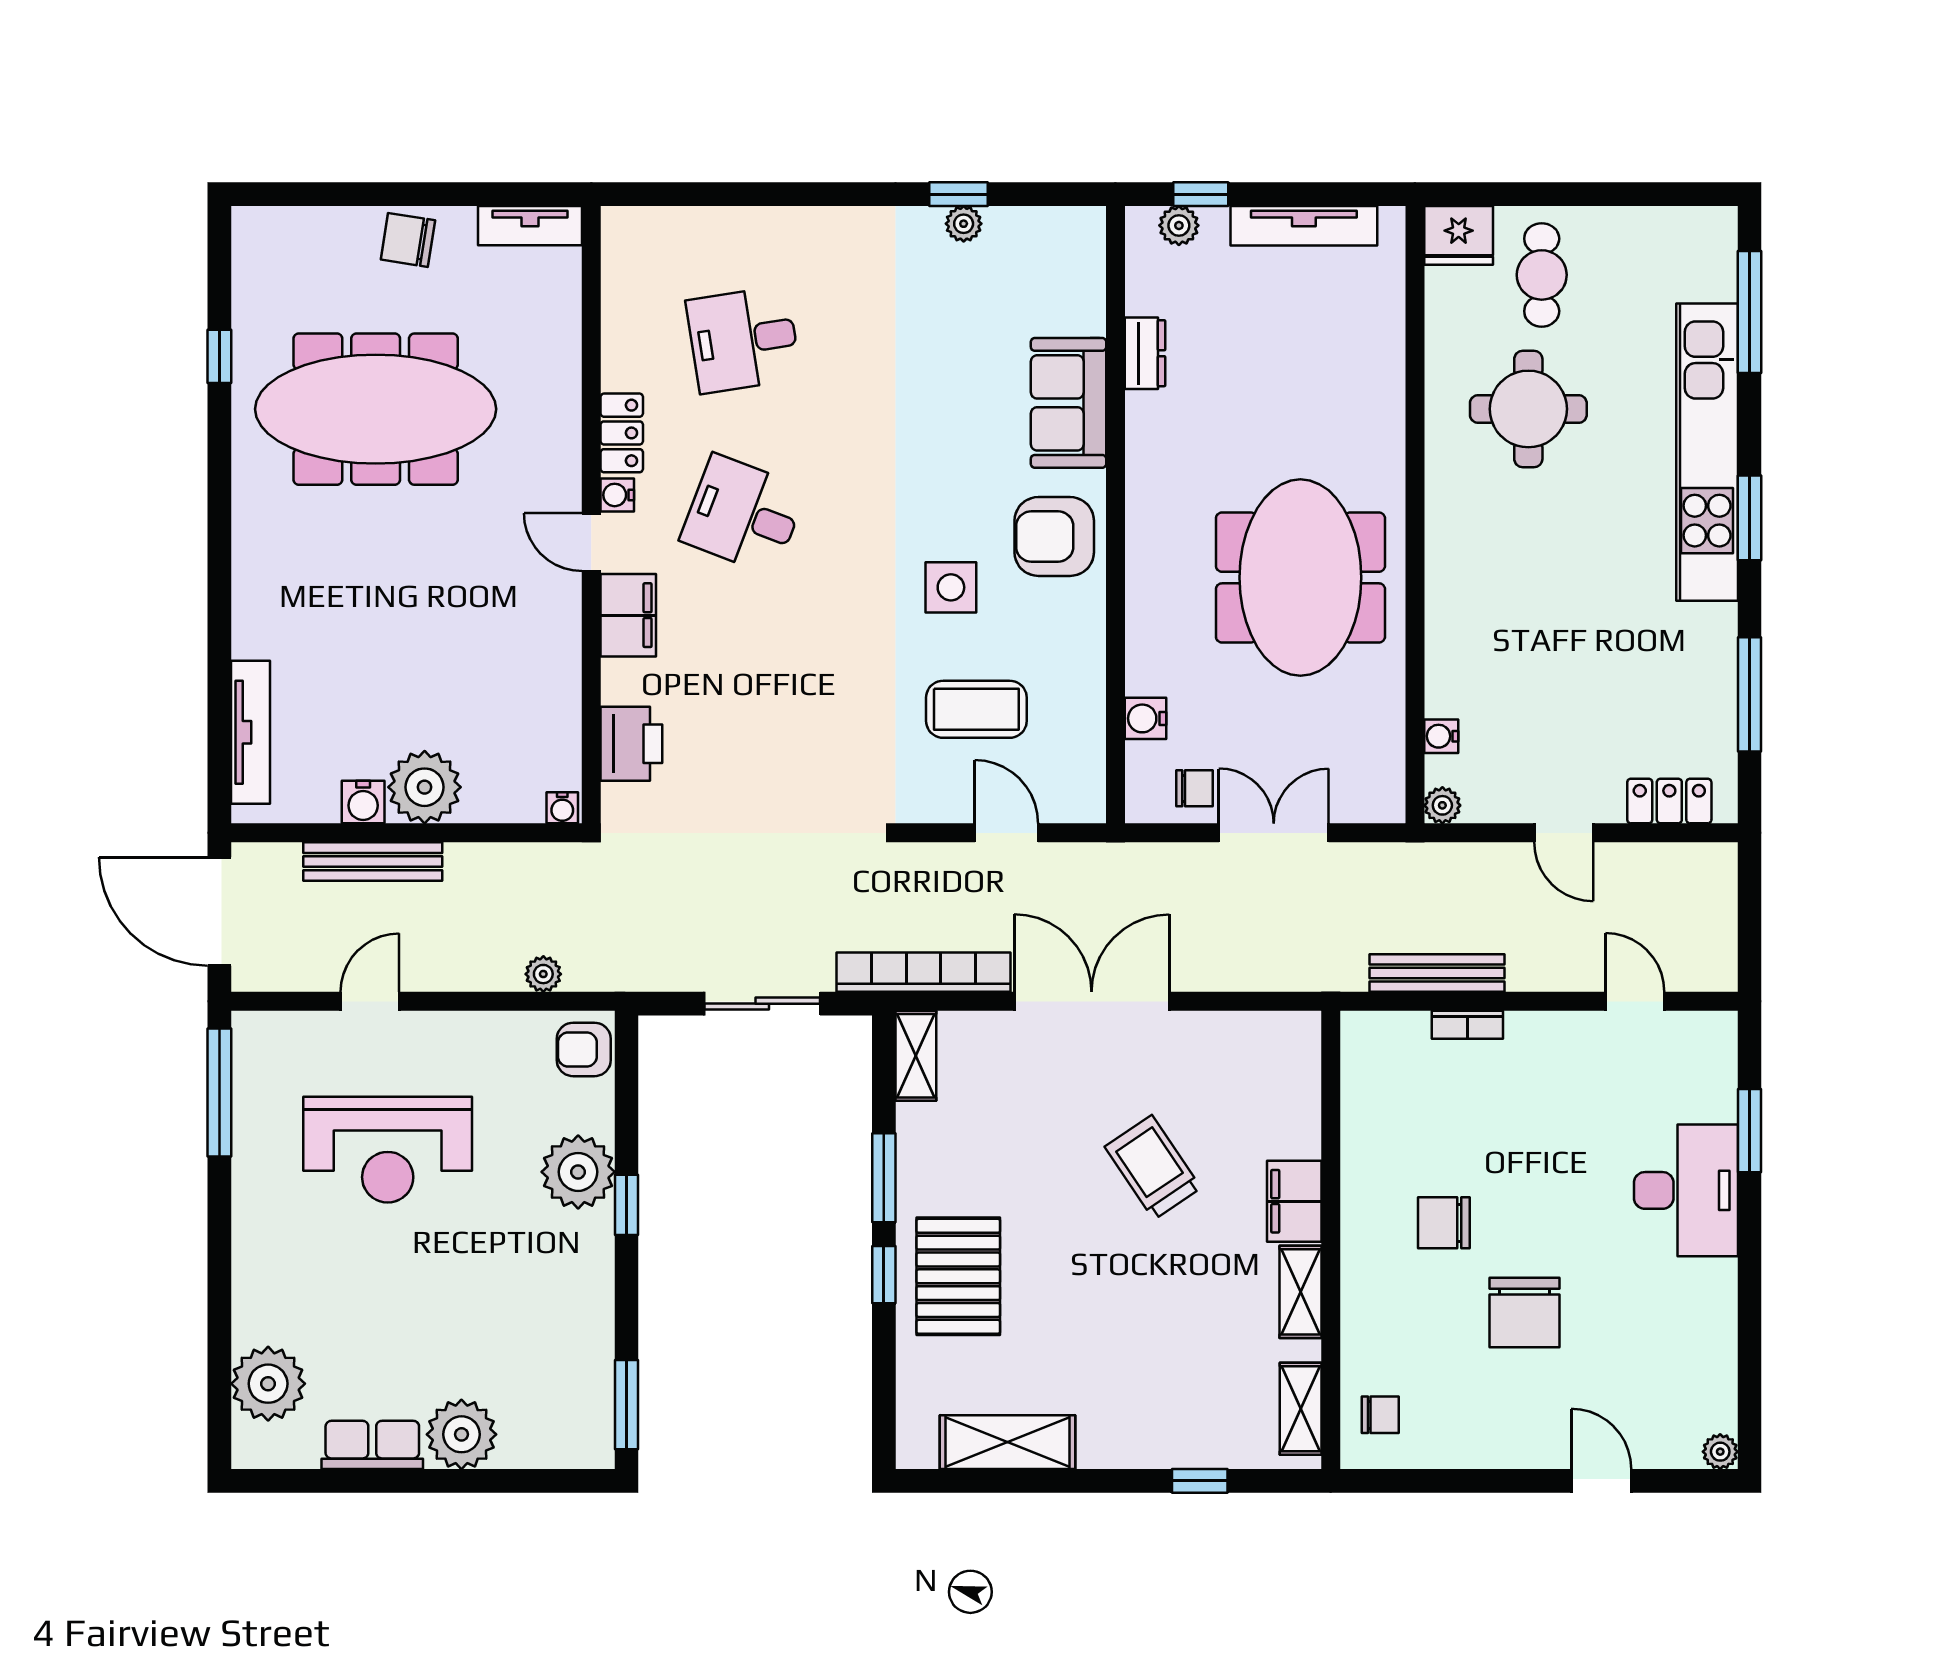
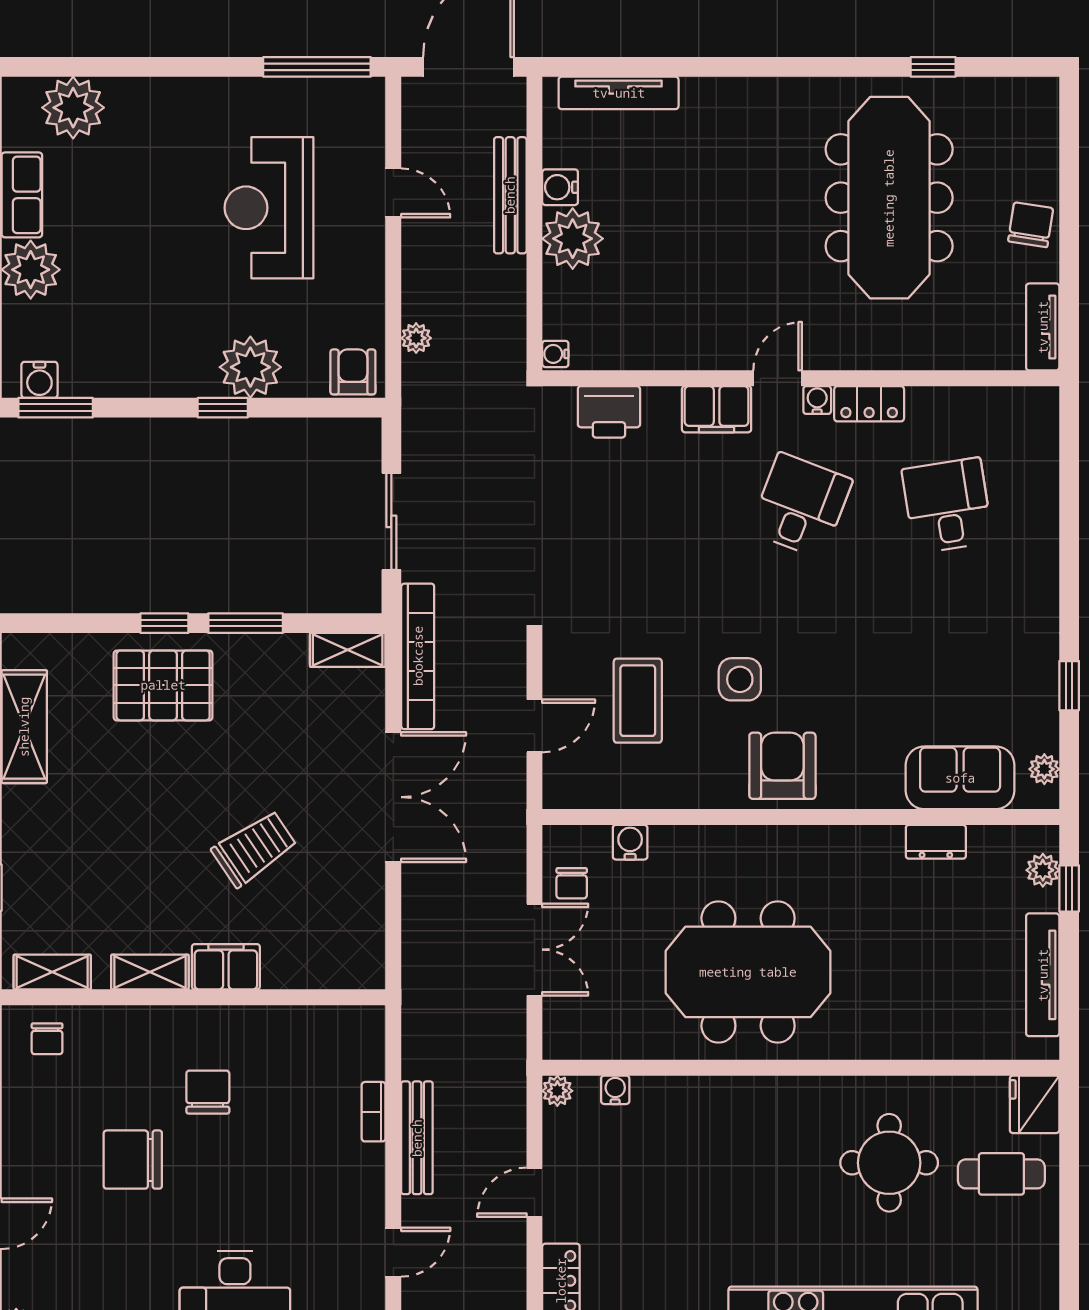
plant: (964, 224) -> (1044, 769), moved
sofa: (1069, 403) -> (960, 778), moved
bench: (1437, 973) -> (417, 1138), moved
water cooler: (593, 1424) -> (39, 380), added

